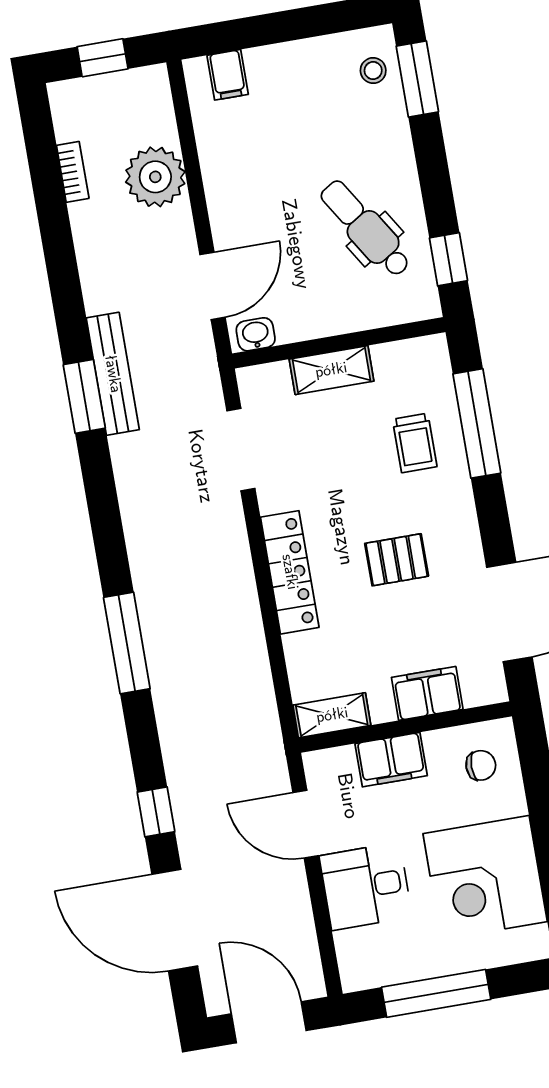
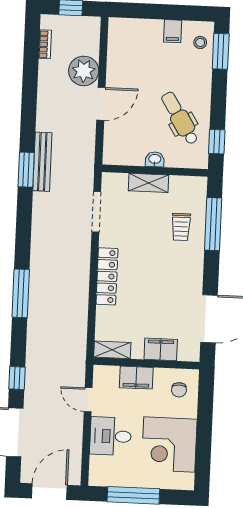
filing cabinet: (228, 75) -> (173, 31), moved
bookcase: (73, 172) -> (45, 44), moved
door: (213, 286) -> (101, 104), moved
washbasin: (256, 334) -> (155, 159), moved
pallet: (397, 560) -> (160, 282), removed
chair: (481, 765) -> (179, 390), turned 90
door: (306, 824) -> (88, 400), width x0.73
door: (269, 1022) -> (49, 492), hinge flipped

